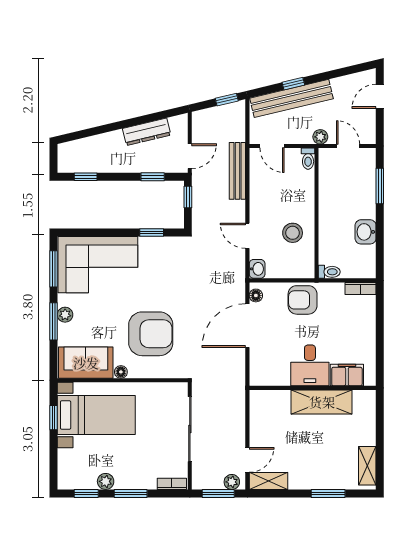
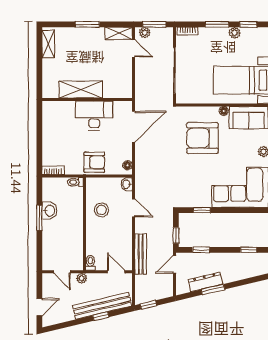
window: (136, 121) -> (213, 289), added
window: (380, 186) -> (39, 218), moved
door: (247, 326) -> (134, 127), moved
desk: (310, 365) -> (94, 116), width x1.37
filing cabinet: (347, 375) -> (63, 109), removed
door: (247, 460) -> (134, 48), swing flipped
window: (328, 493) -> (87, 24), moved

